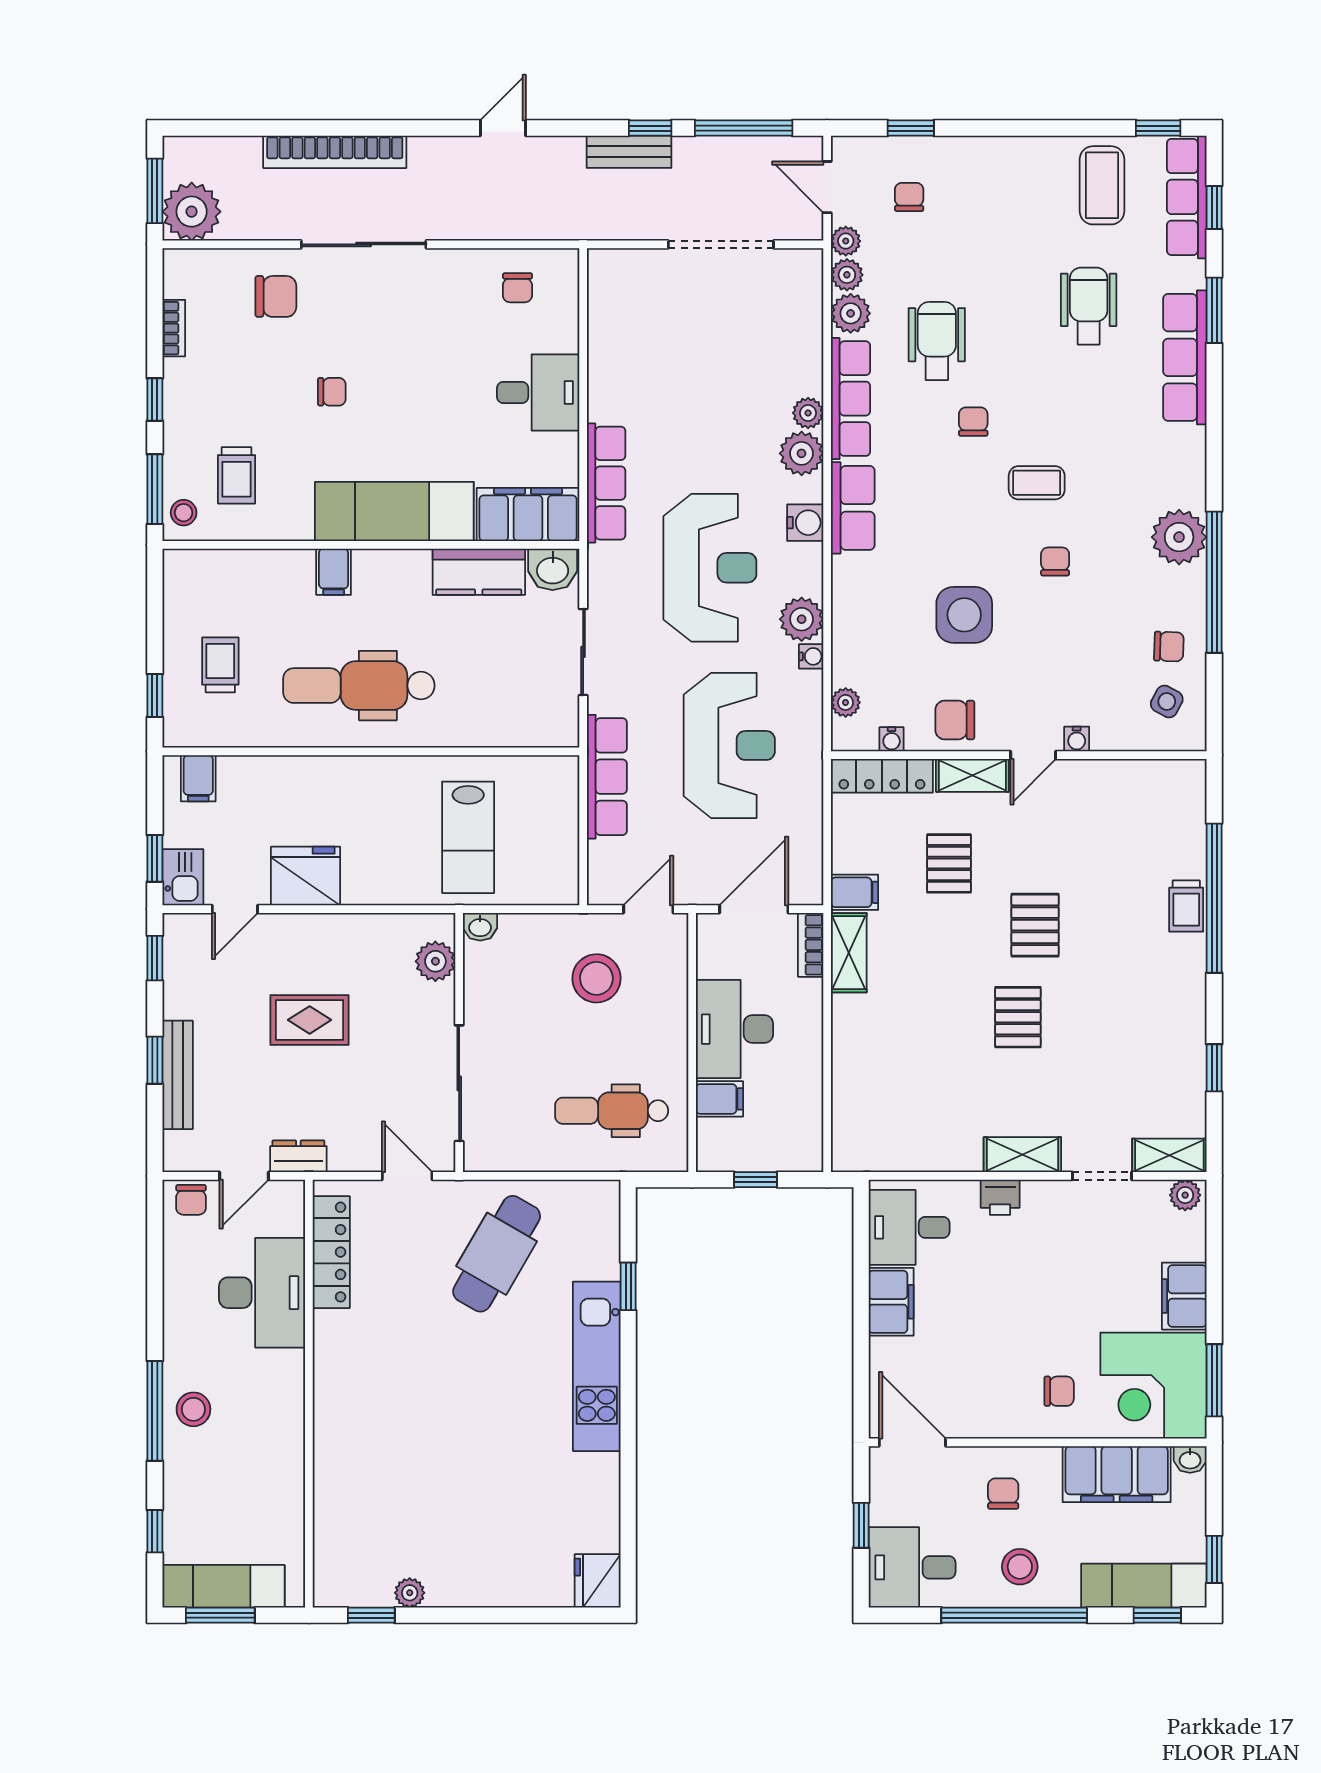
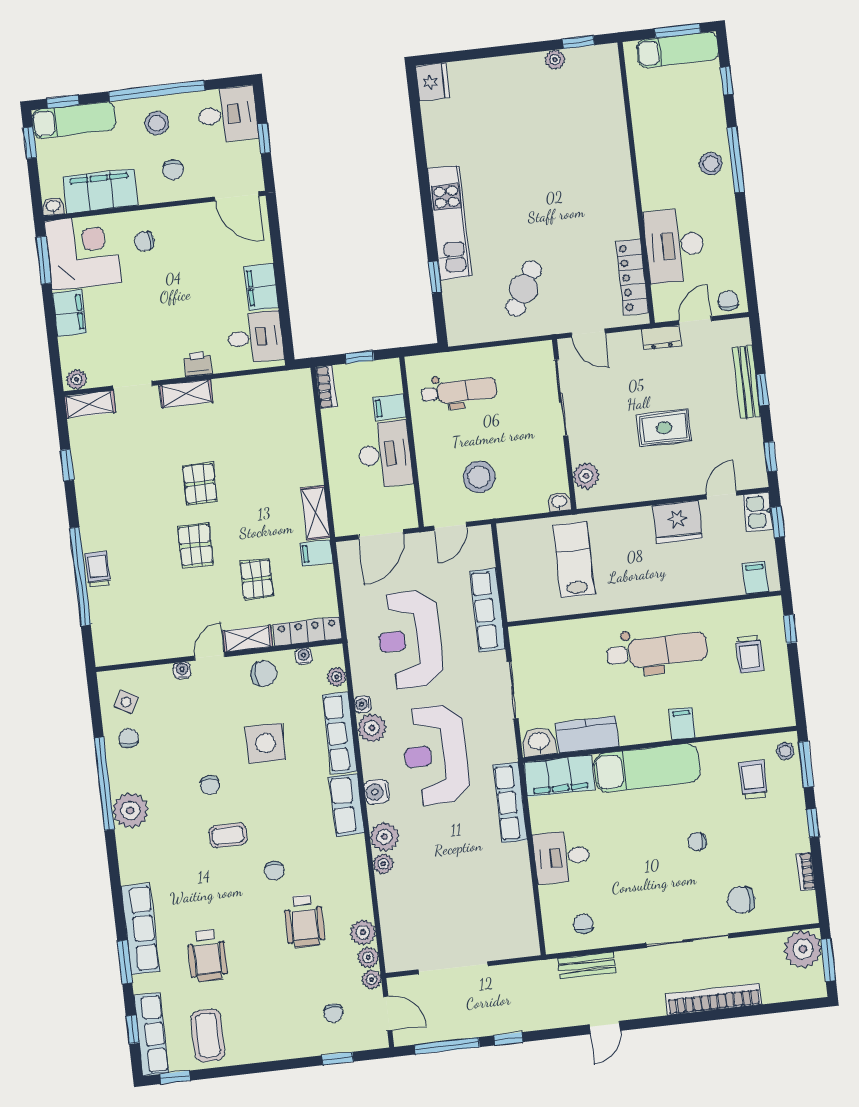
bench: (629, 152) -> (587, 966), moved
row of seats: (851, 399) -> (340, 733), moved
chair: (1169, 647) -> (129, 738), turned 88
bookcase: (811, 945) -> (326, 387), moved
cafe table: (497, 1254) -> (524, 289), width x0.73, depth x0.74

